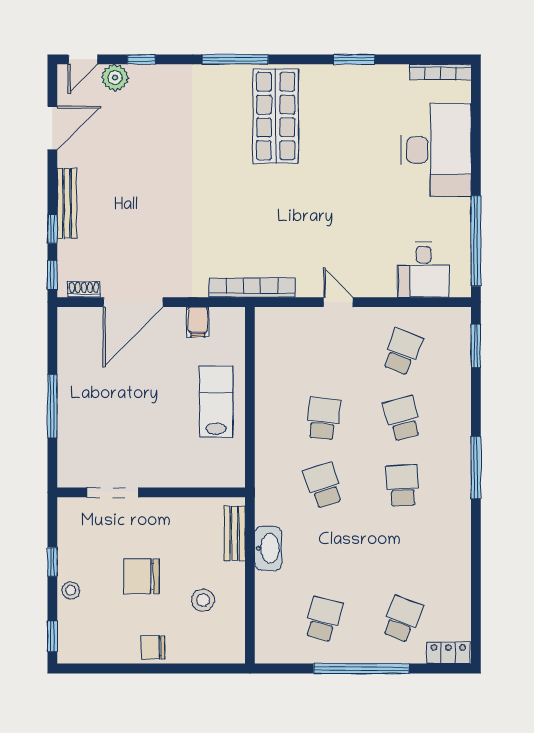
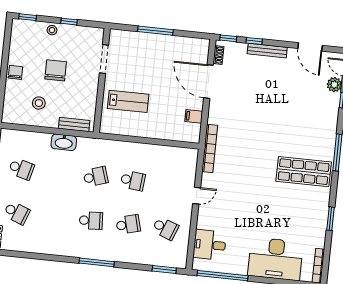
lab bench: (216, 402) -> (128, 101), moved

